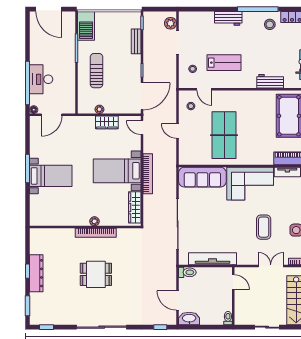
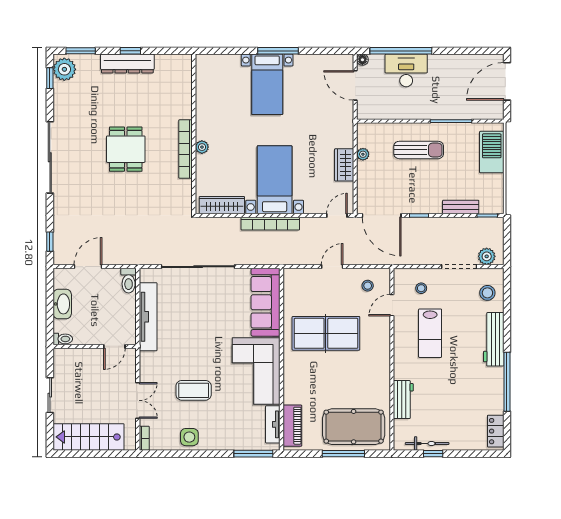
workbench: (228, 18) -> (494, 339), width x1.38
stool: (270, 24) -> (487, 293), moved
barbecue: (86, 26) -> (492, 152), moved, turned 90
plant: (40, 317) -> (64, 69), added
washbasin: (189, 319) -> (62, 304), moved

